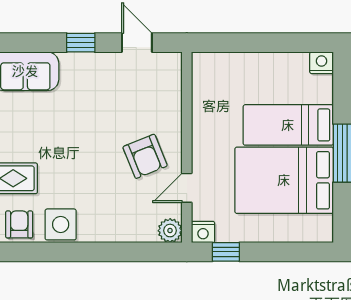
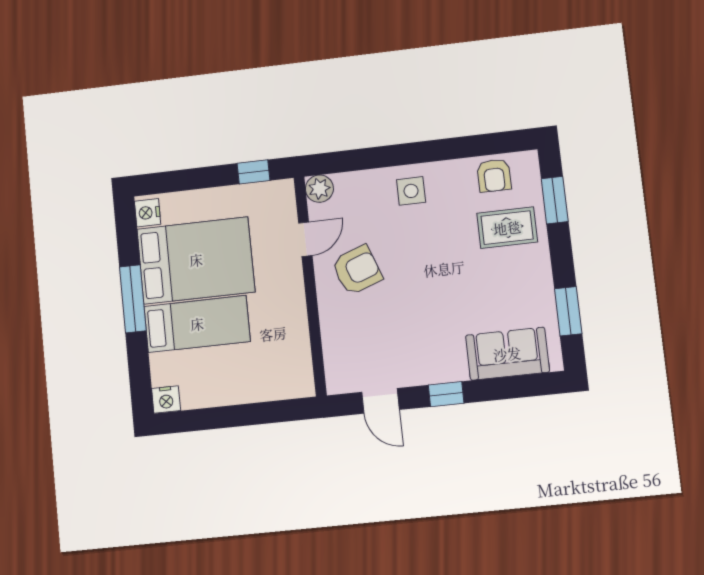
armchair: (145, 156) -> (357, 270), turned 92
side table: (61, 224) -> (411, 191), moved, width x0.73, depth x0.73
nightstand: (203, 232) -> (148, 213), moved, turned -90

